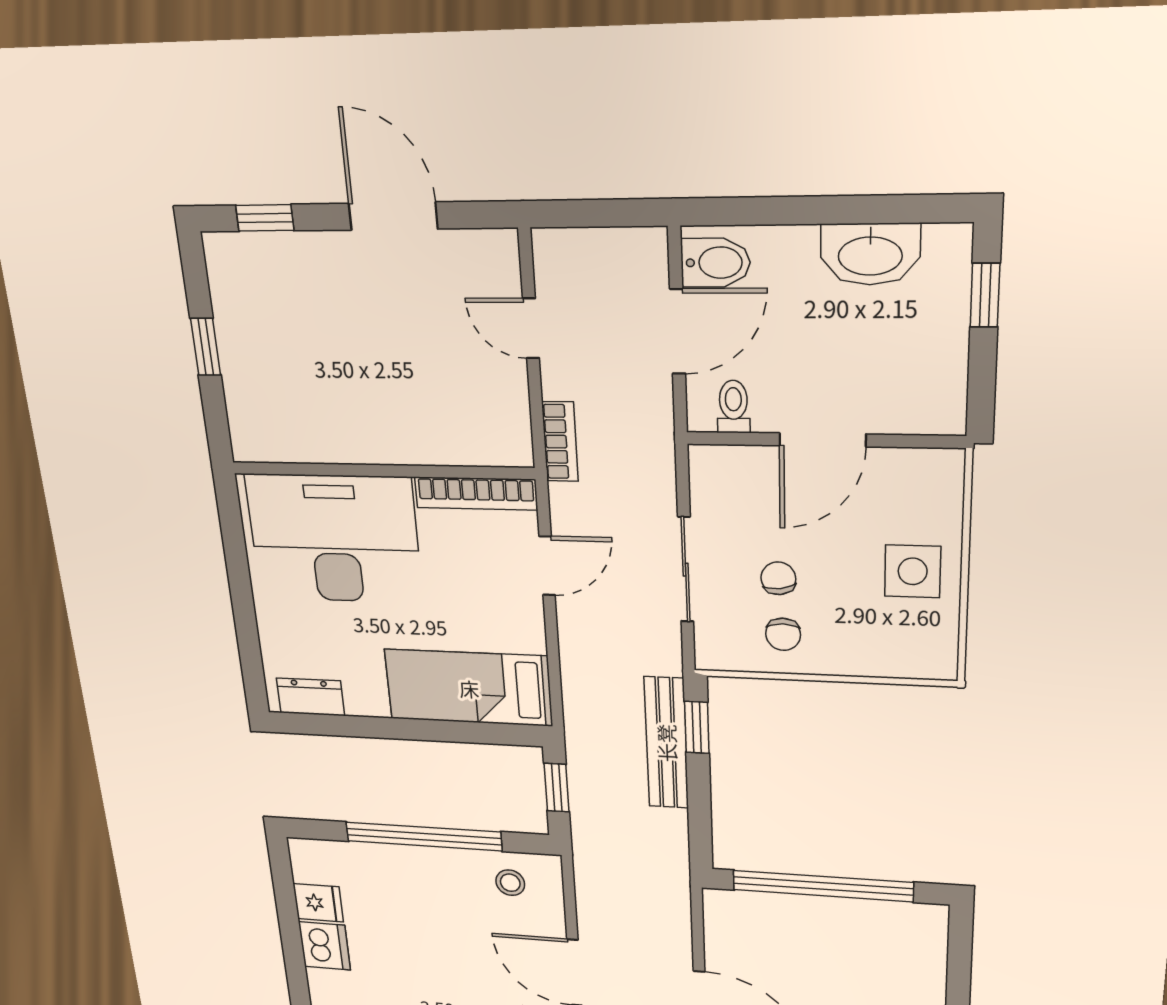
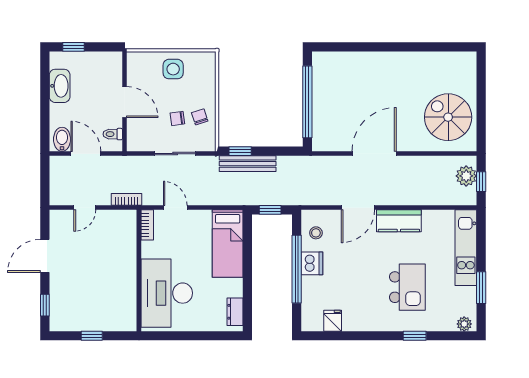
bookcase: (476, 494) -> (147, 225), width x0.64
chair: (783, 634) -> (200, 117), turned -108
dishwasher: (324, 946) -> (312, 263), moved, turned 90

